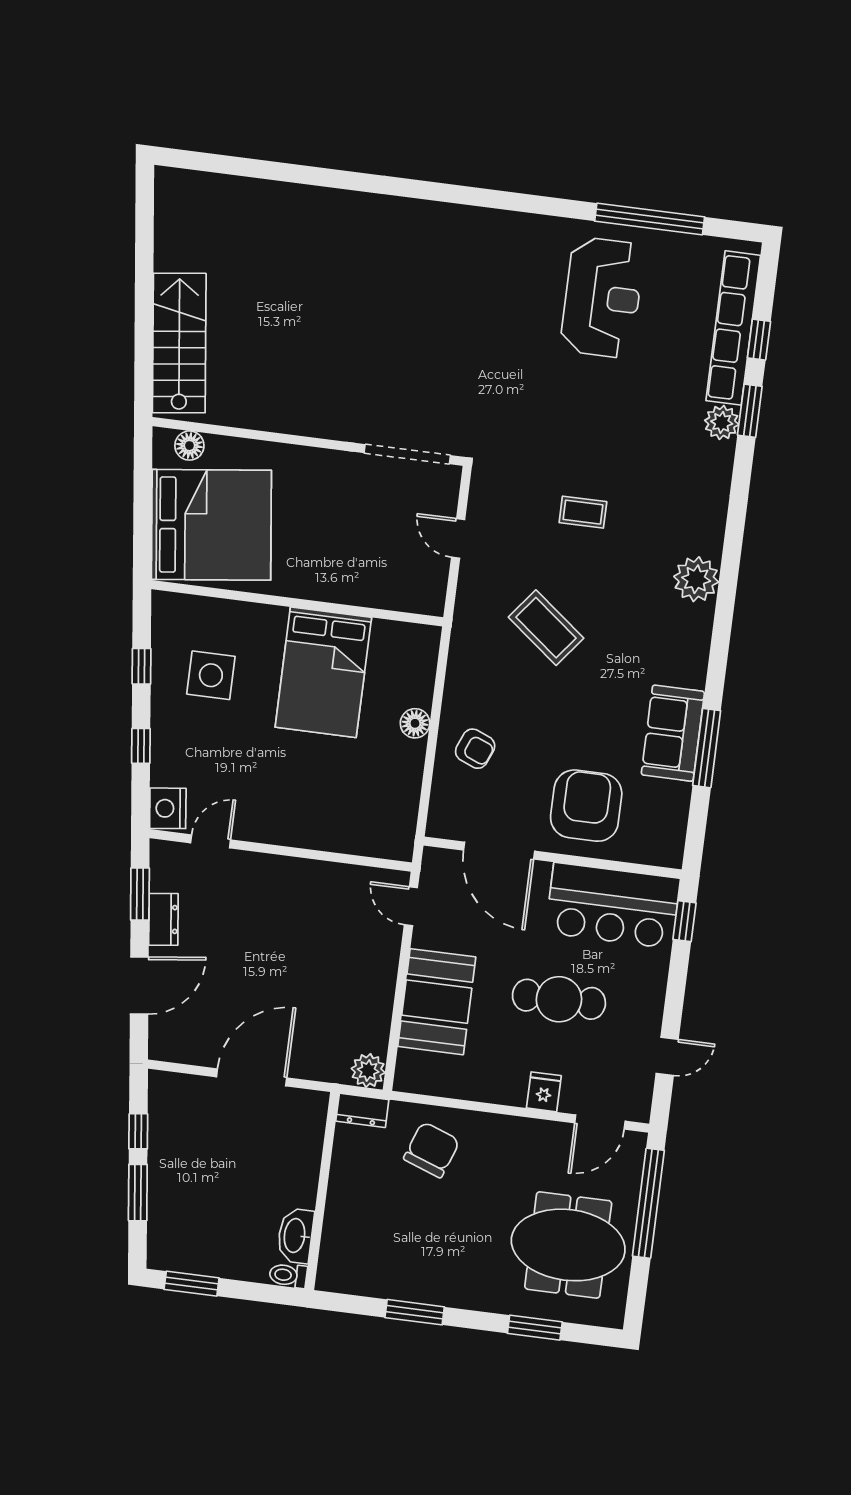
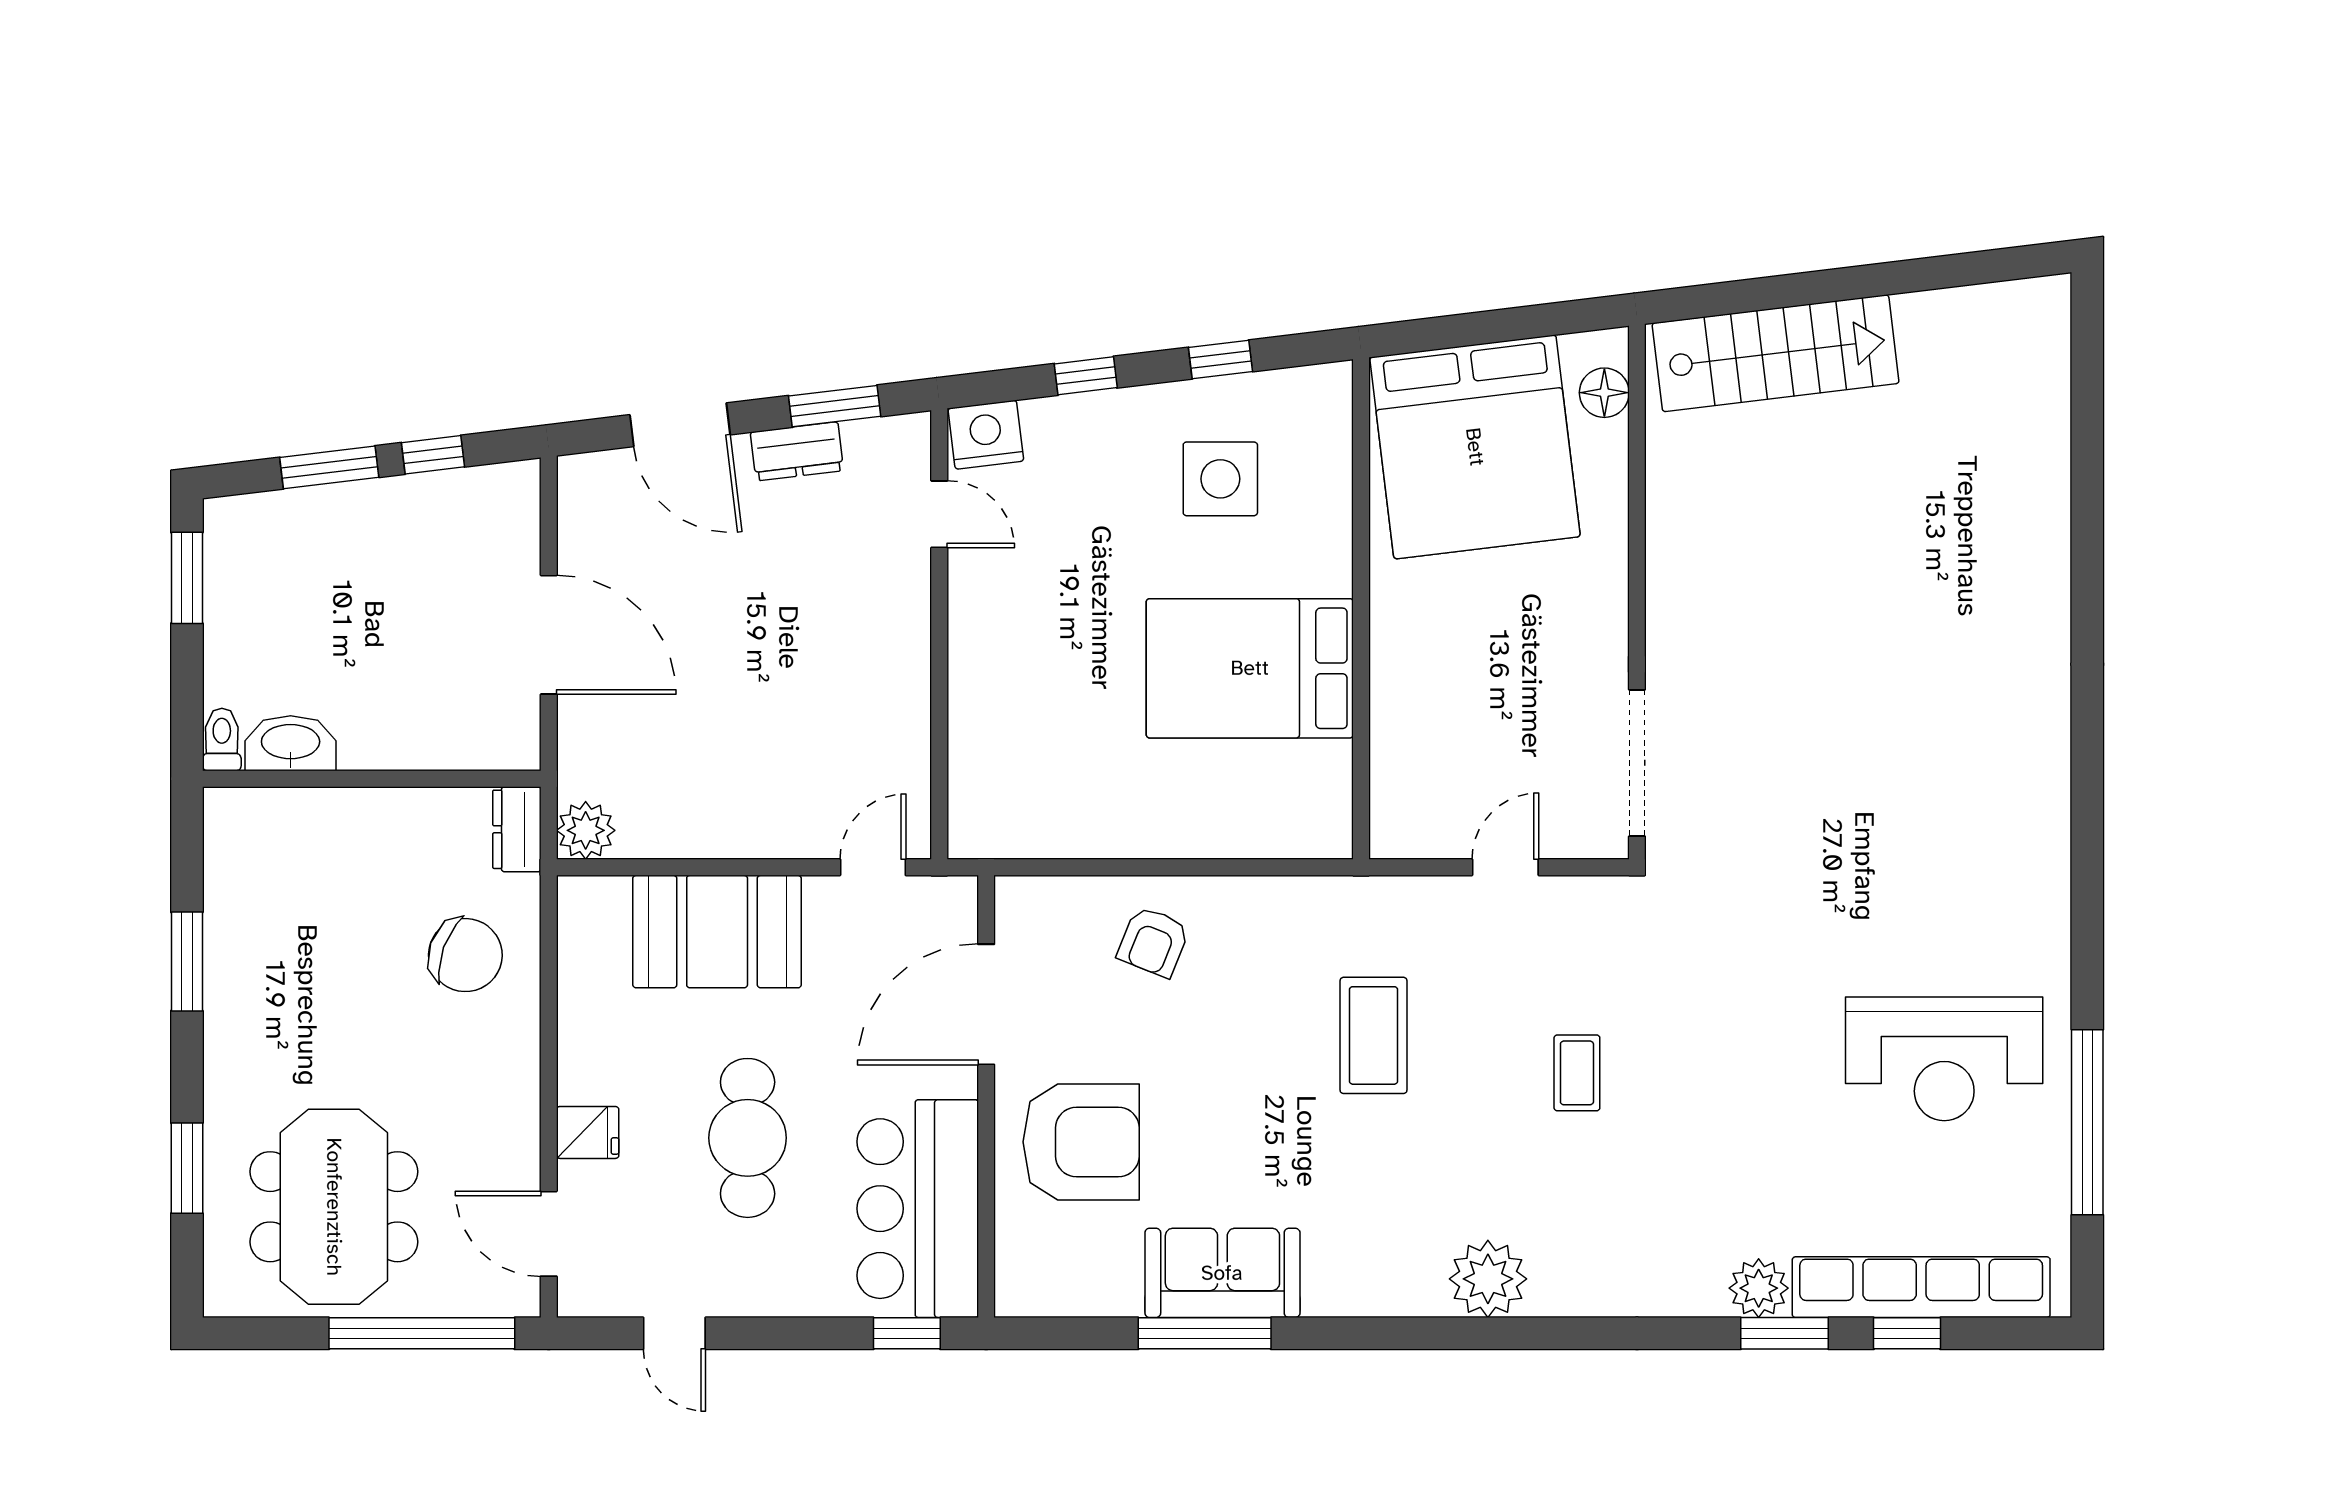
coffee table: (546, 628) -> (1373, 1035), turned -38
floor lamp: (415, 723) -> (1183, 835), removed

